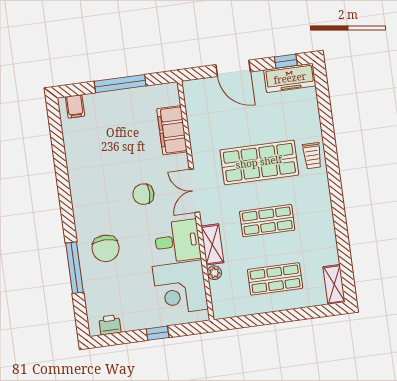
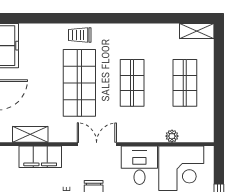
trolley: (312, 156) -> (80, 35), turned 180
double door: (194, 191) -> (97, 144), swing flipped
shelving: (212, 244) -> (30, 134), moved

